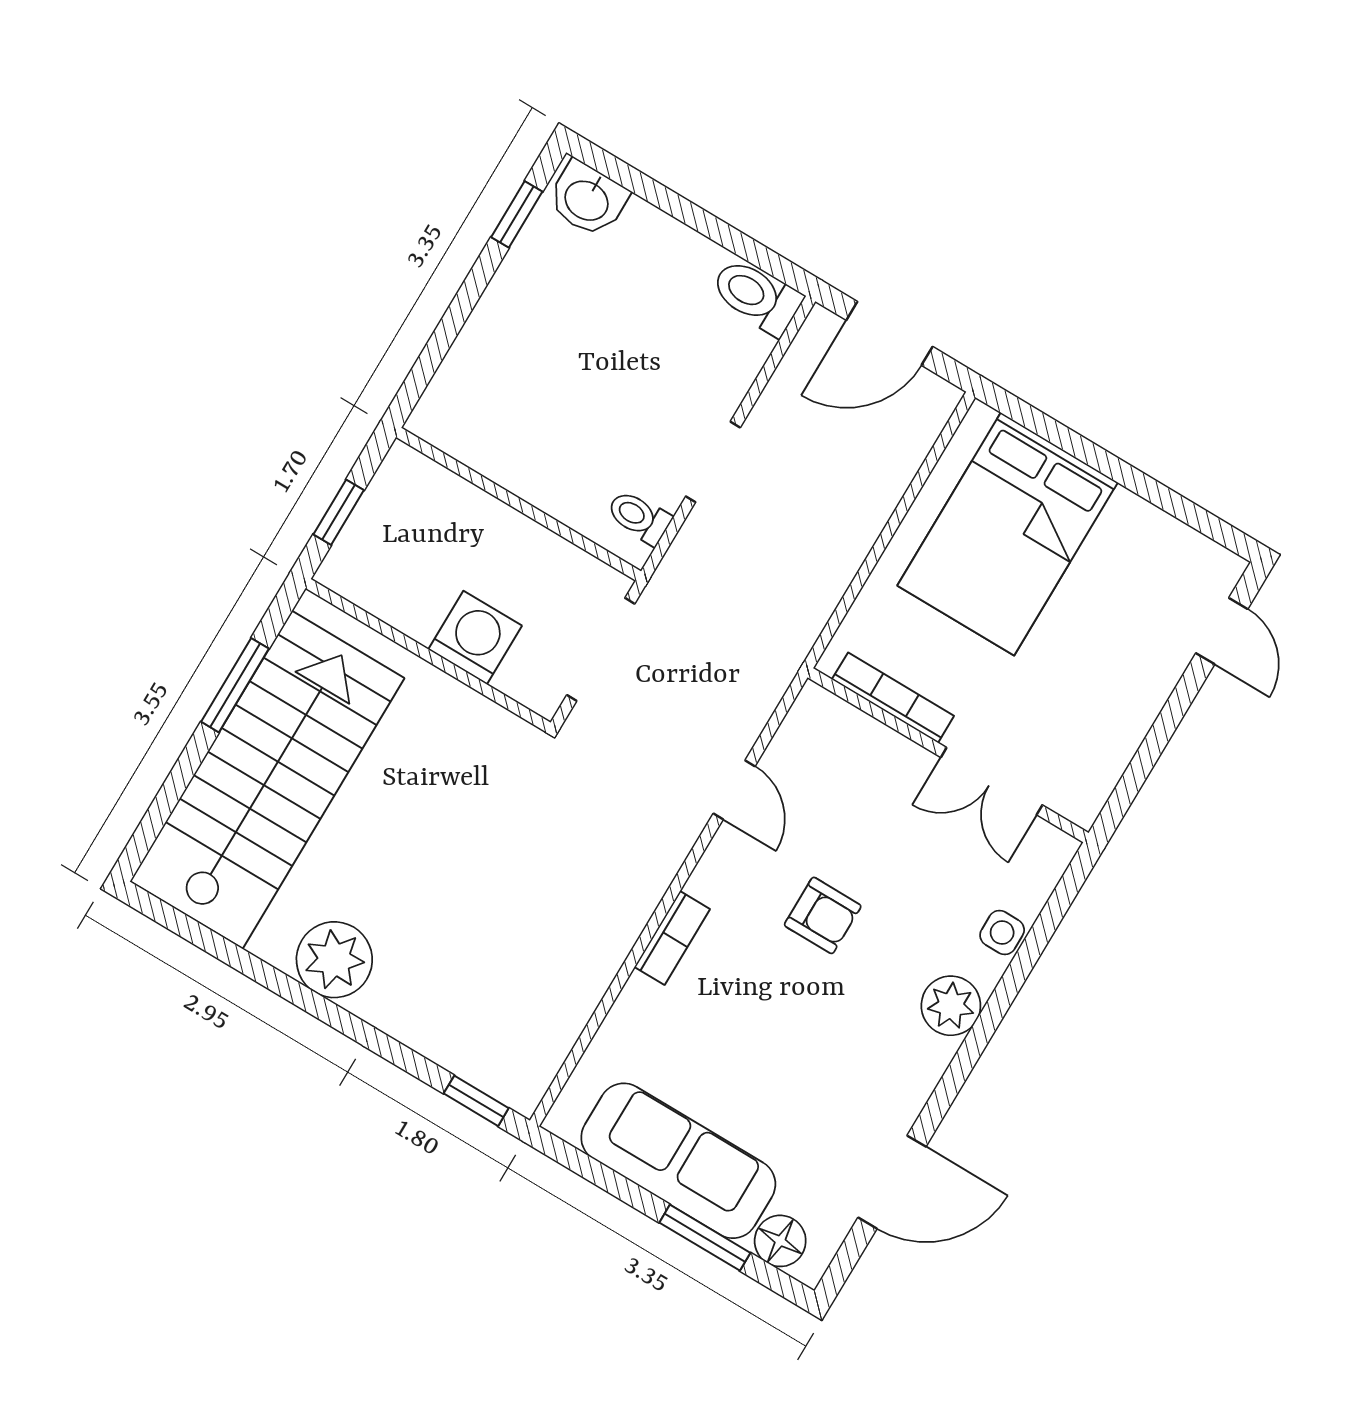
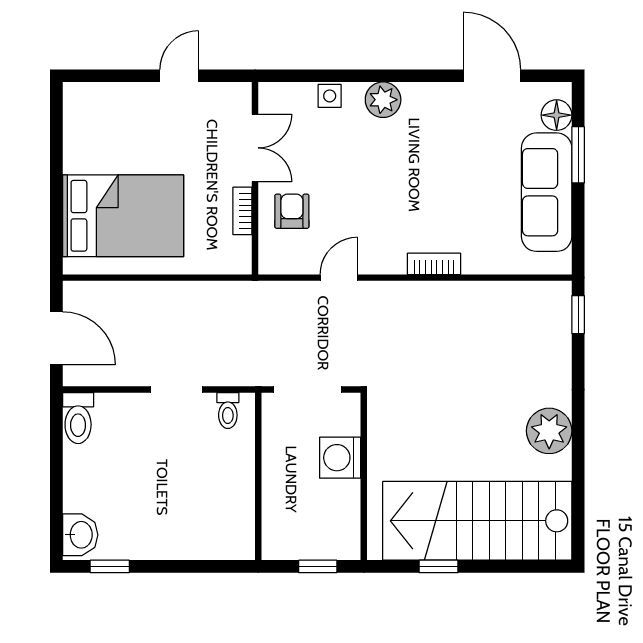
door: (1222, 631) -> (179, 76), moved
window: (235, 685) -> (439, 566), width x0.67
bookcase: (893, 698) -> (242, 211), width x0.64
armchair: (823, 915) -> (292, 211), moved

